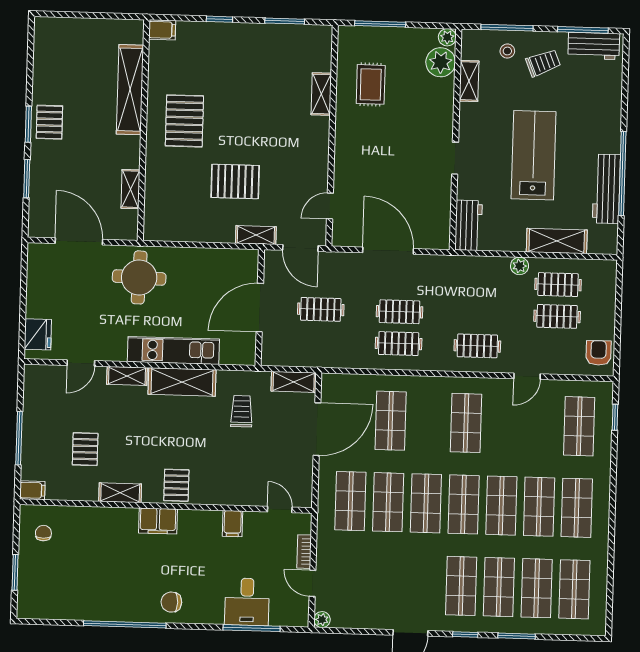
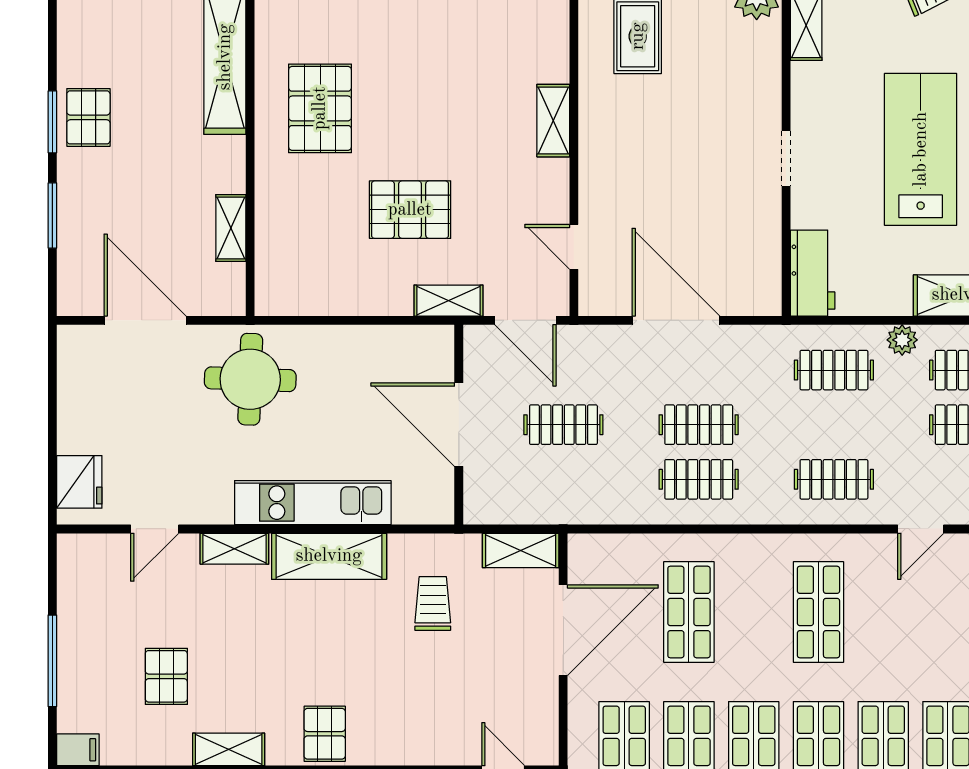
shelving: (321, 94) -> (553, 121), moved
door: (330, 206) -> (574, 247), hinge flipped
clothes rail: (479, 282) -> (834, 370), added
door: (260, 308) -> (459, 425), hinge flipped

